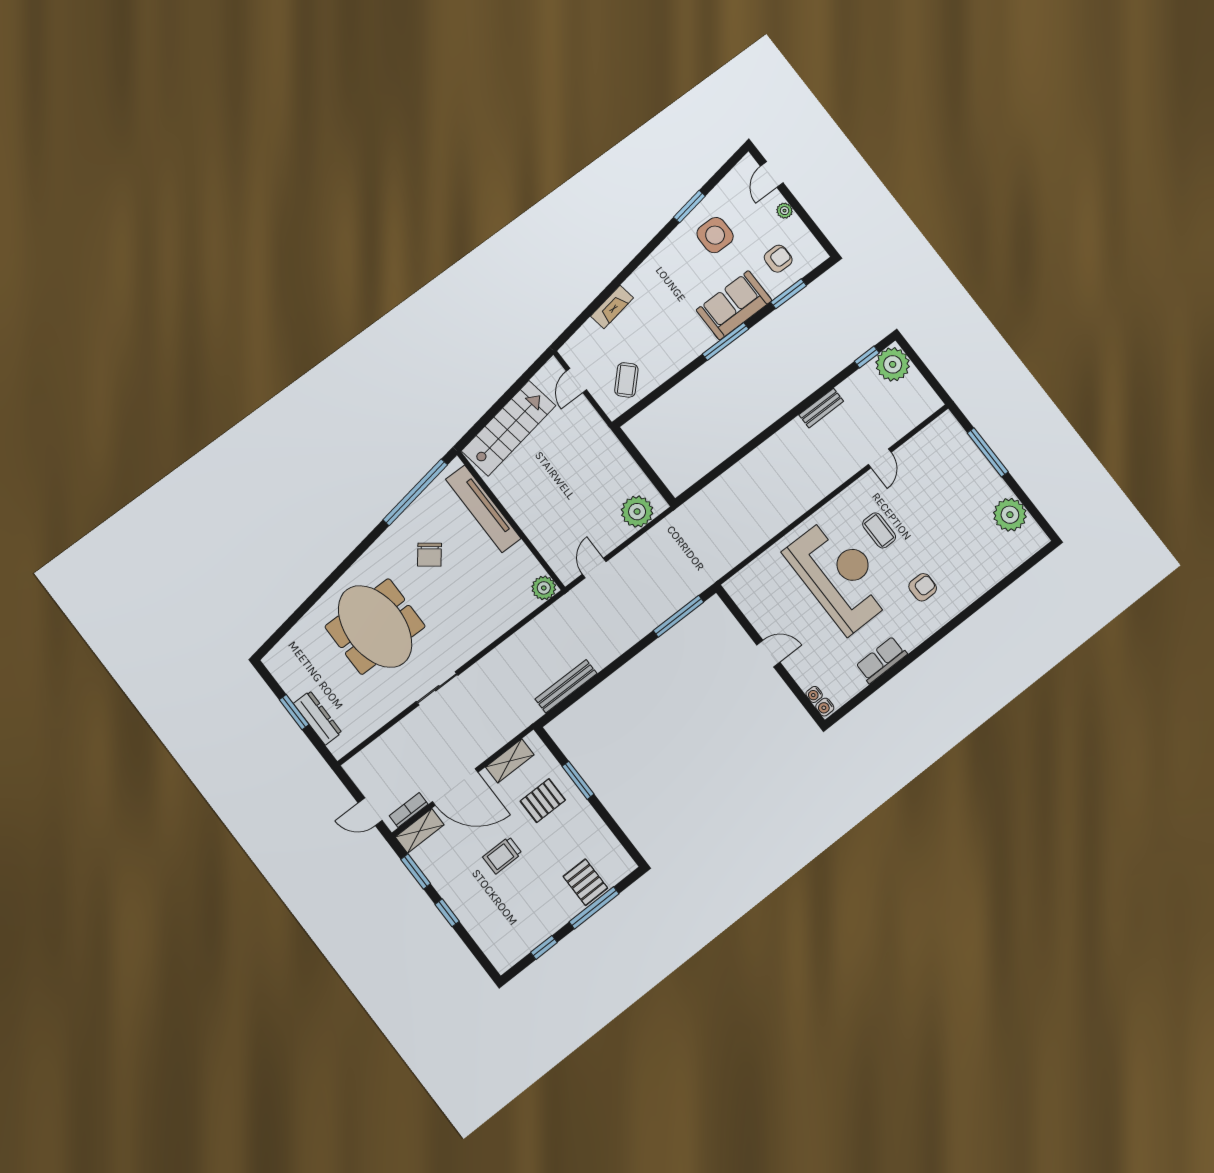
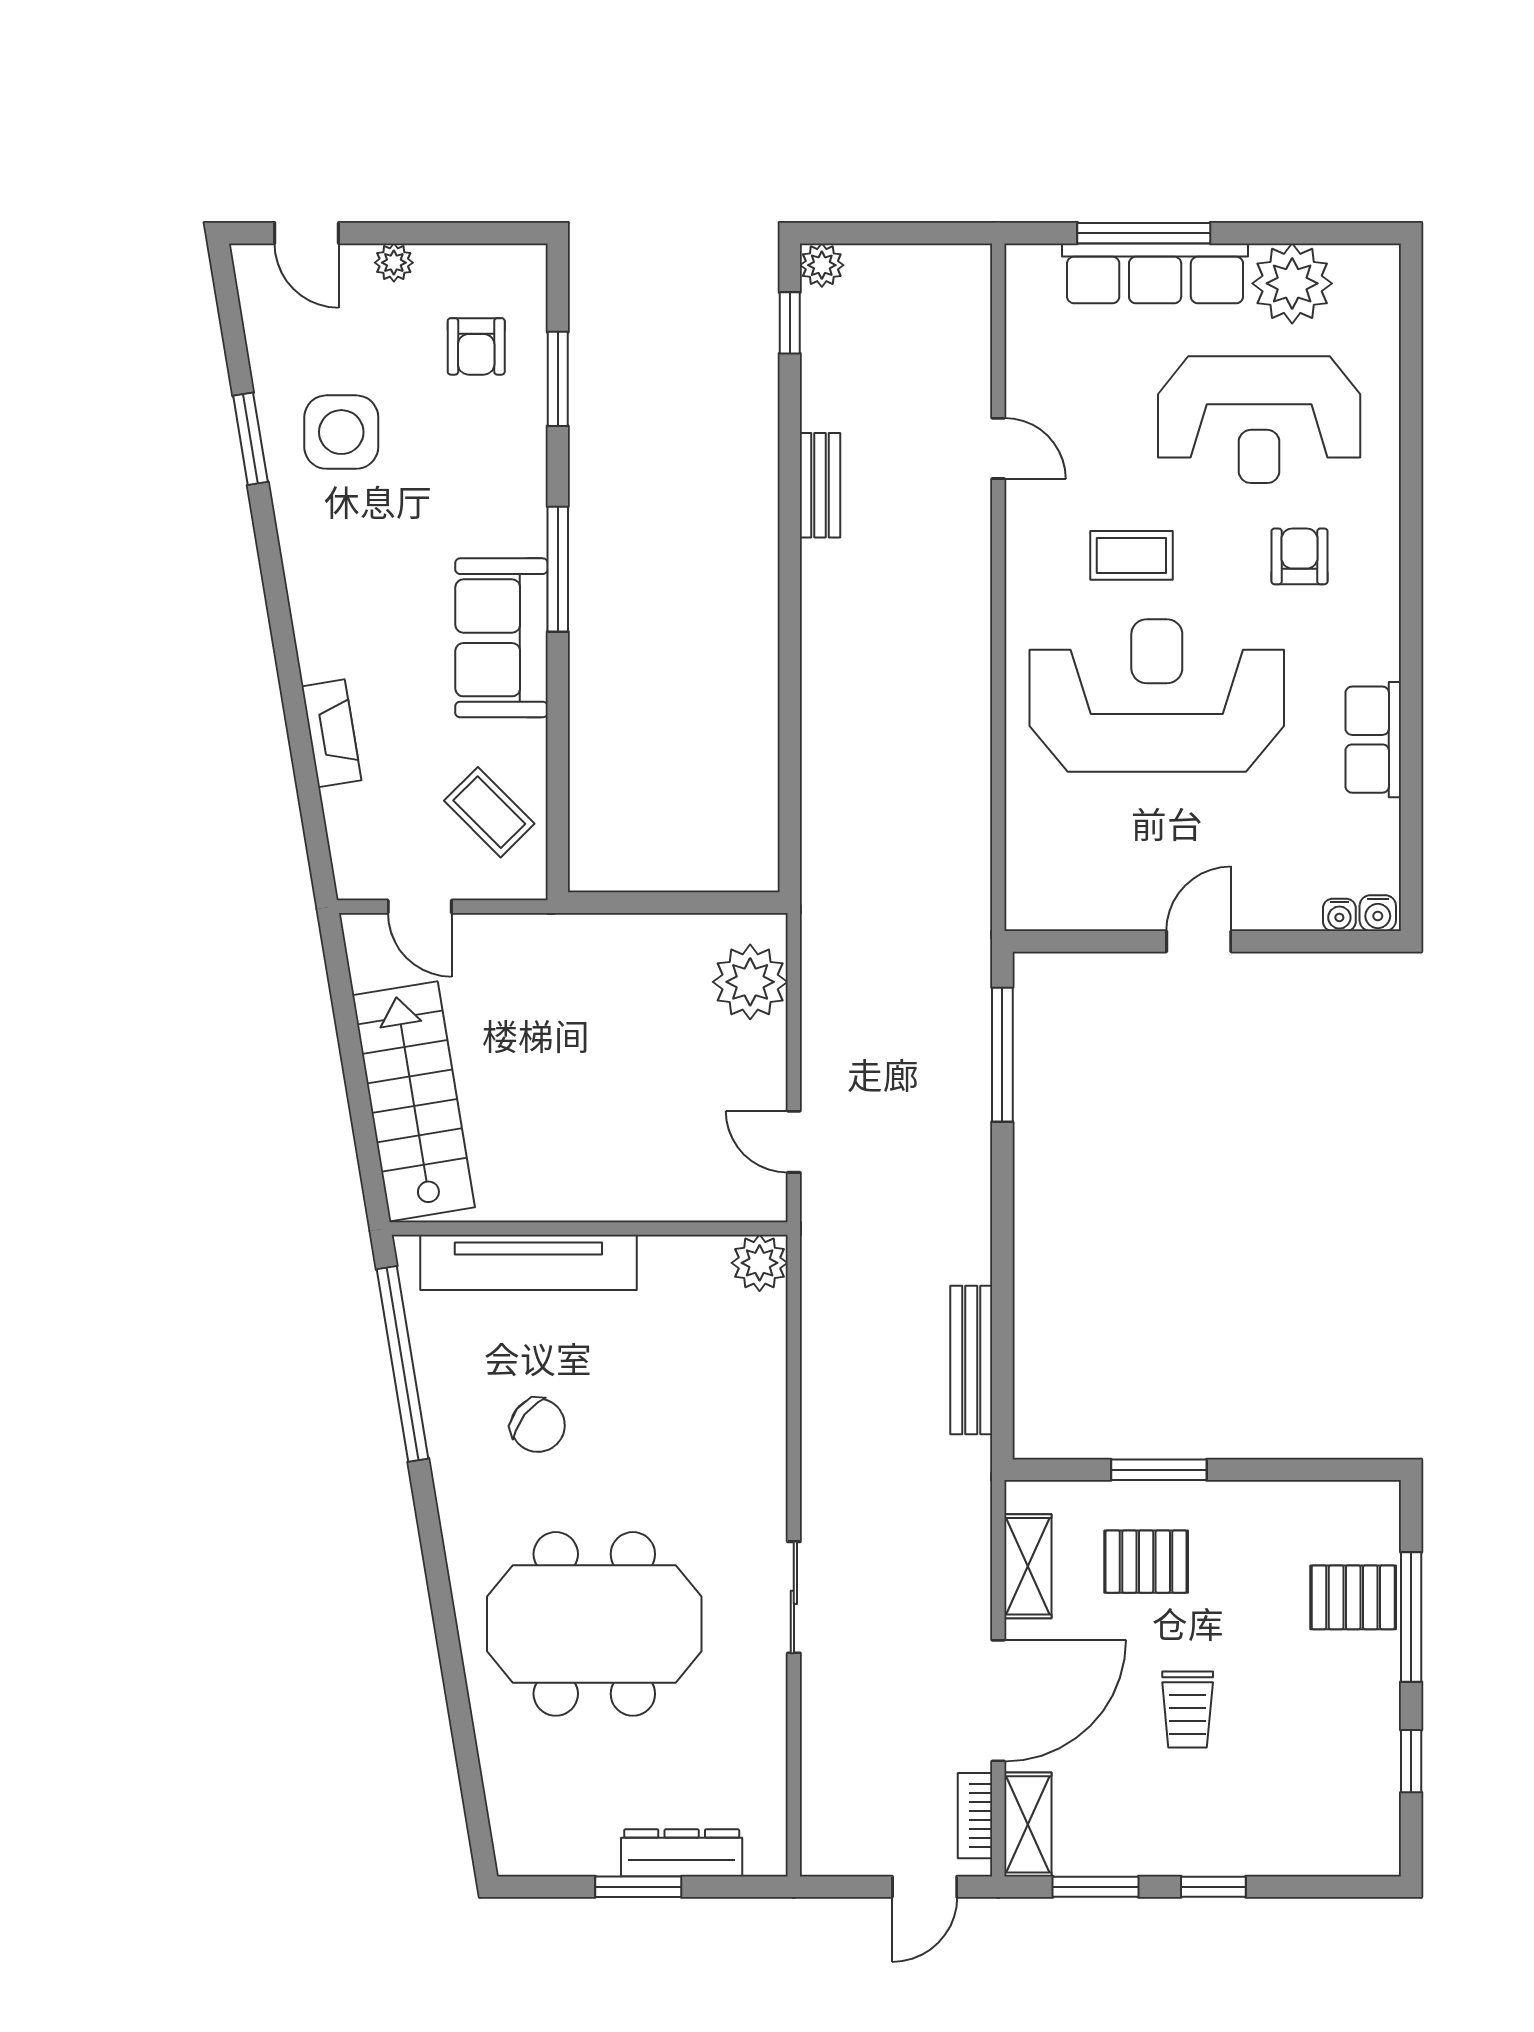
armchair: (778, 259) -> (476, 346), turned 180
sofa: (734, 305) -> (501, 638), moved
plant: (893, 364) -> (822, 265), width x0.53, depth x0.53
row of seats: (978, 466) -> (1155, 273), added
reception desk: (957, 538) -> (1259, 420), added
pallet: (543, 801) -> (1146, 1562), turned 90

